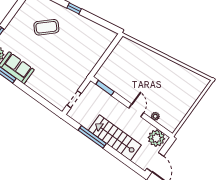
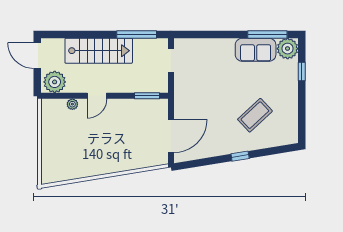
door: (108, 52) -> (171, 136), added
door: (136, 110) -> (97, 96), hinge flipped
window: (92, 137) -> (137, 34), moved

